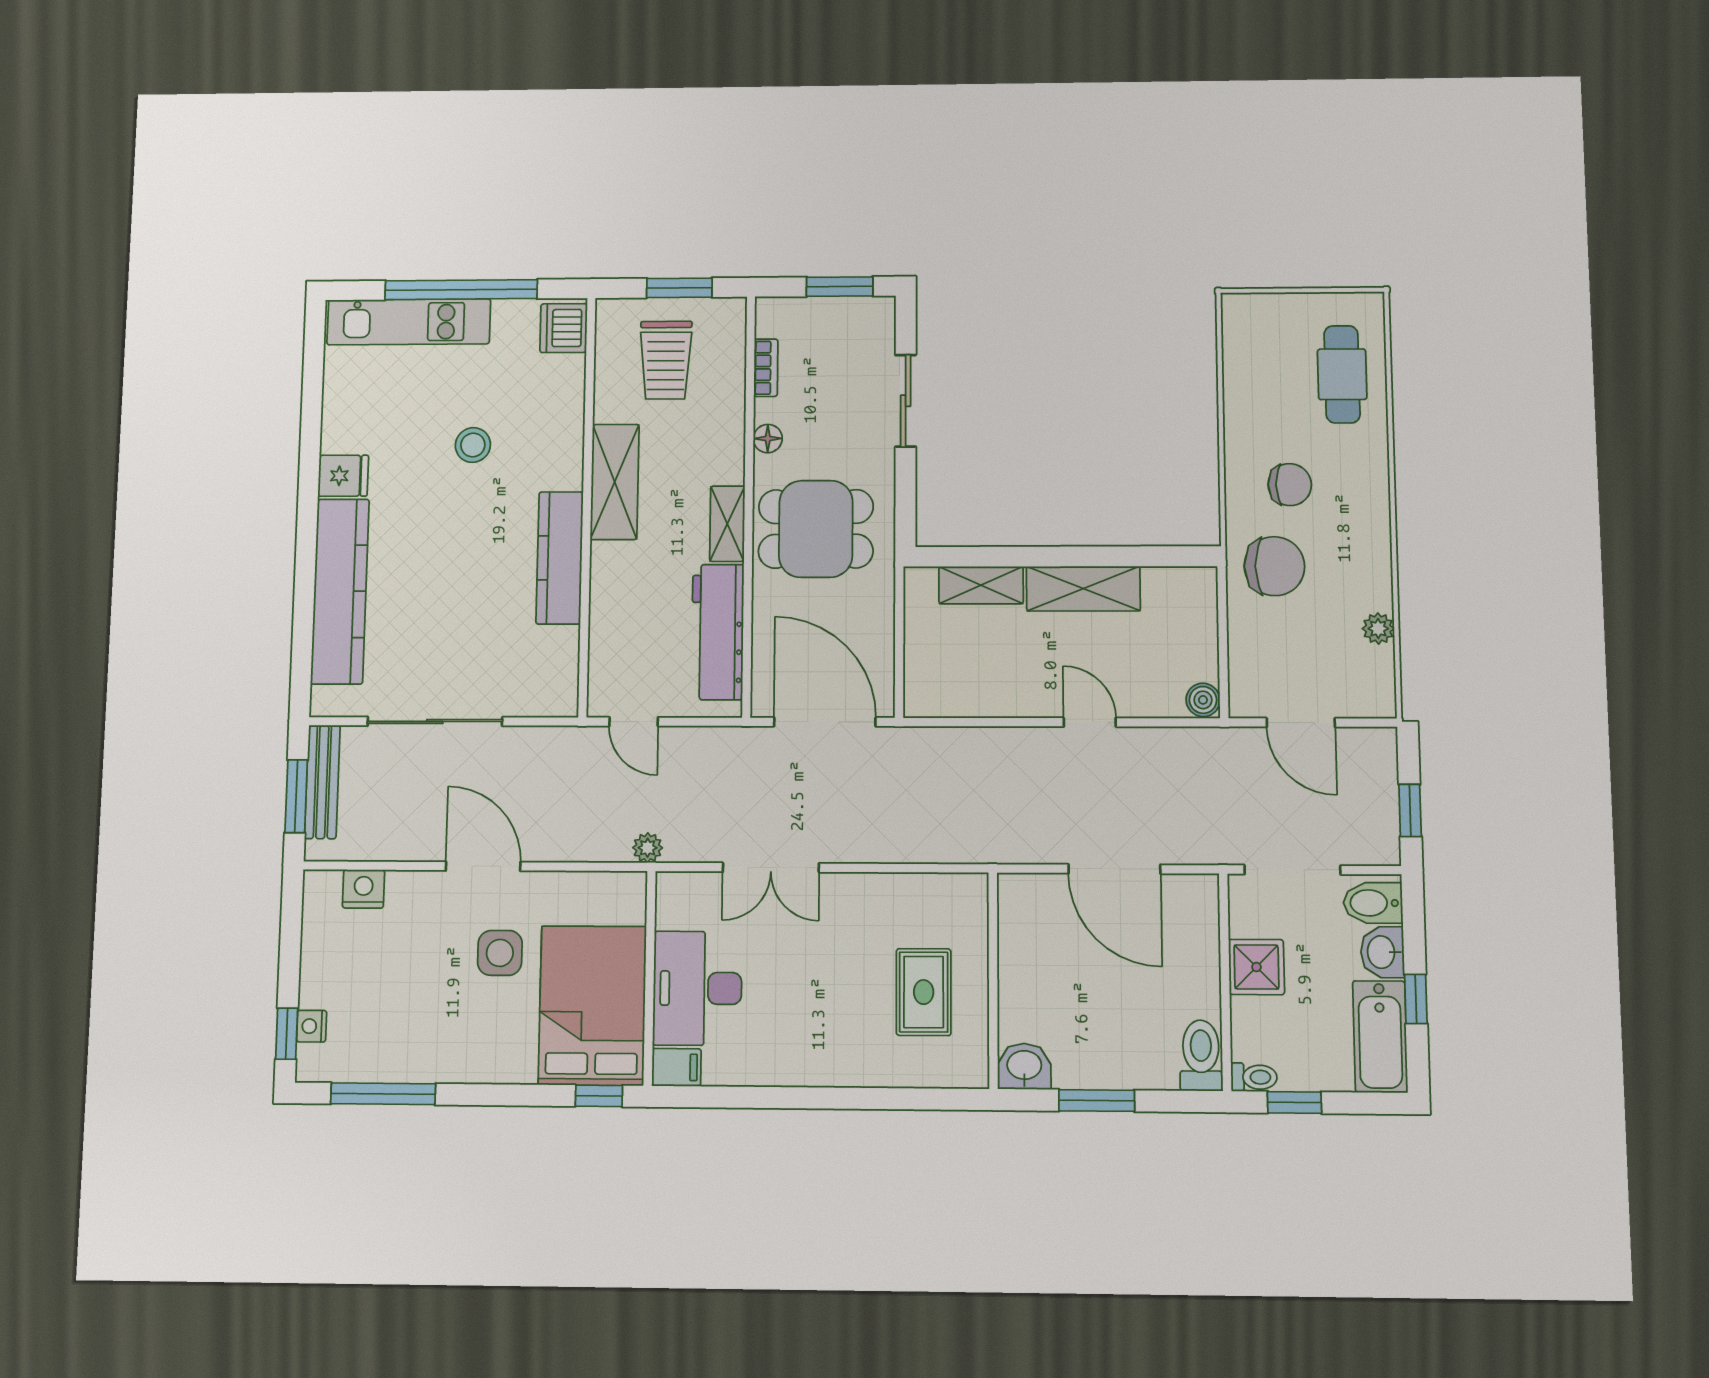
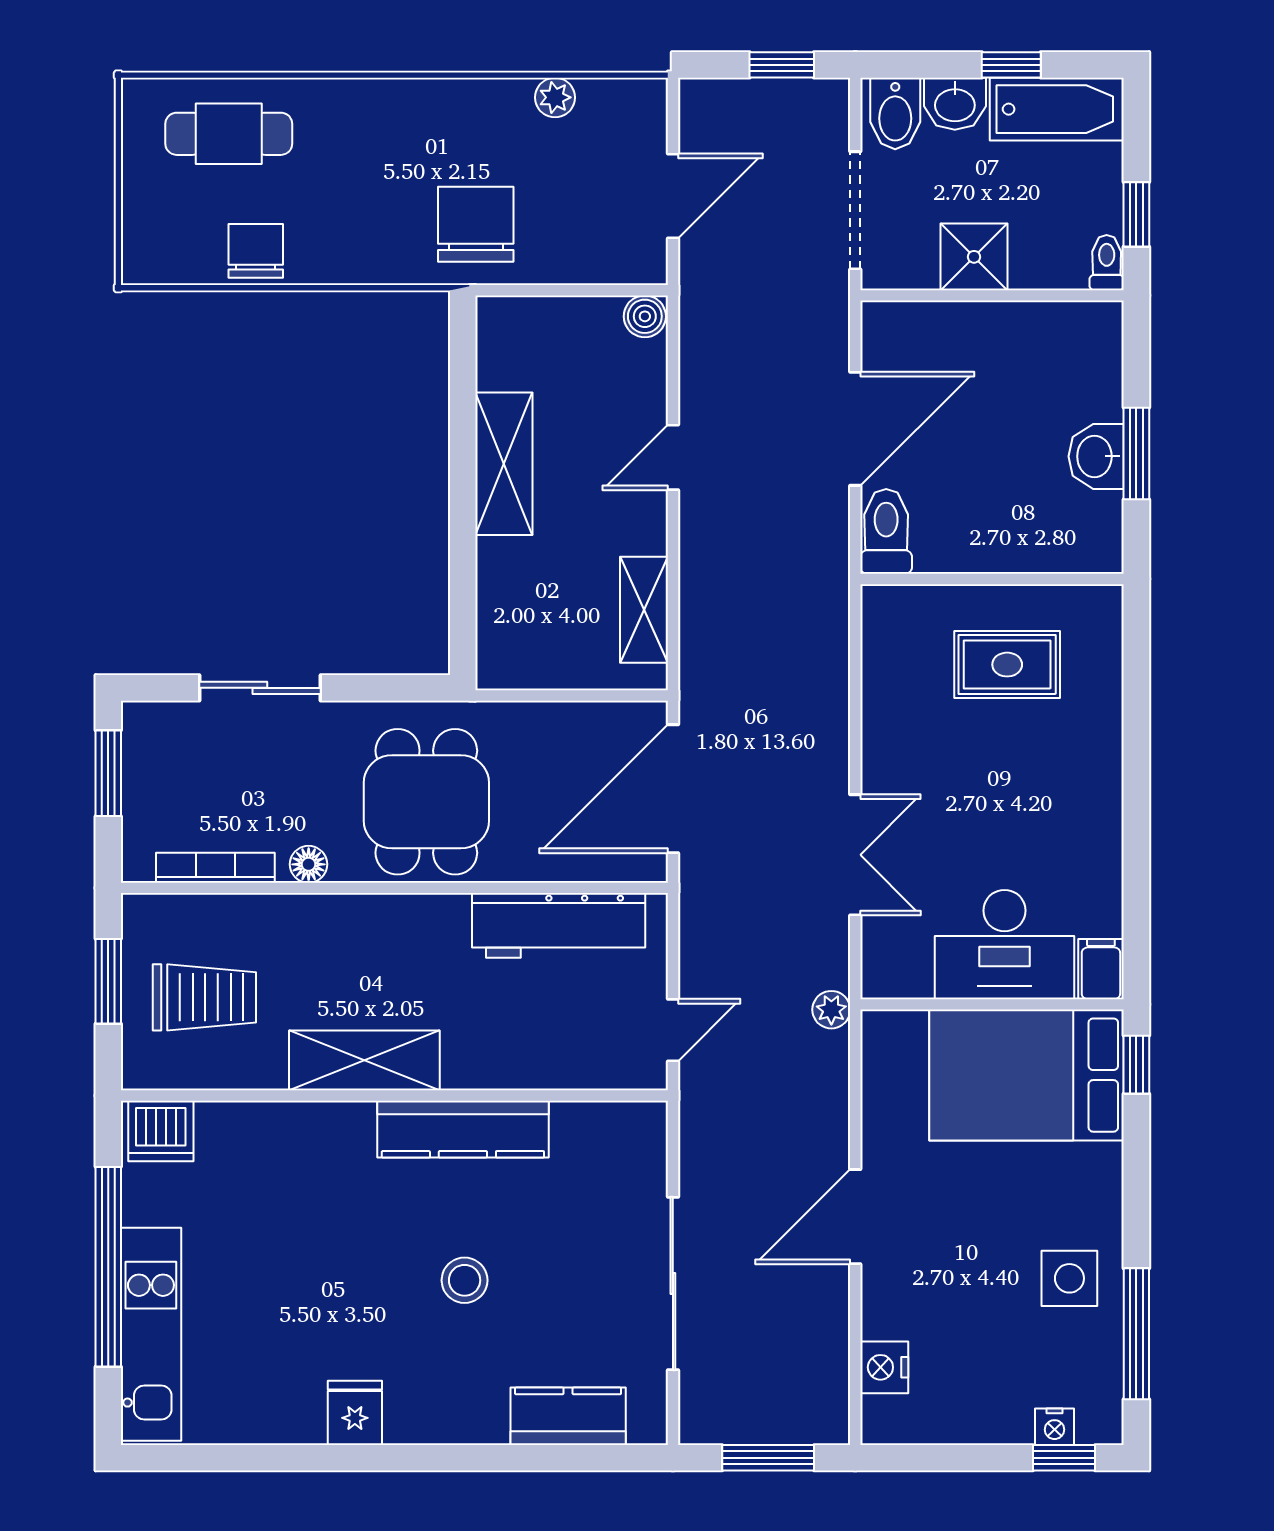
bookcase: (766, 368) -> (215, 868), width x1.56
stool: (473, 445) -> (465, 1280), moved
chair: (1290, 485) -> (256, 251), moved
shelving: (727, 524) -> (419, 915), removed
shelving: (981, 585) -> (644, 610), moved
kitchen counter: (340, 591) -> (568, 1416), width x0.48, depth x0.86
bench: (322, 782) -> (750, 1425), removed
side table: (500, 953) -> (1069, 1278), moved
toilet: (1201, 1055) -> (886, 531), moved, turned 90
washbasin: (1024, 1066) -> (1096, 456), moved

